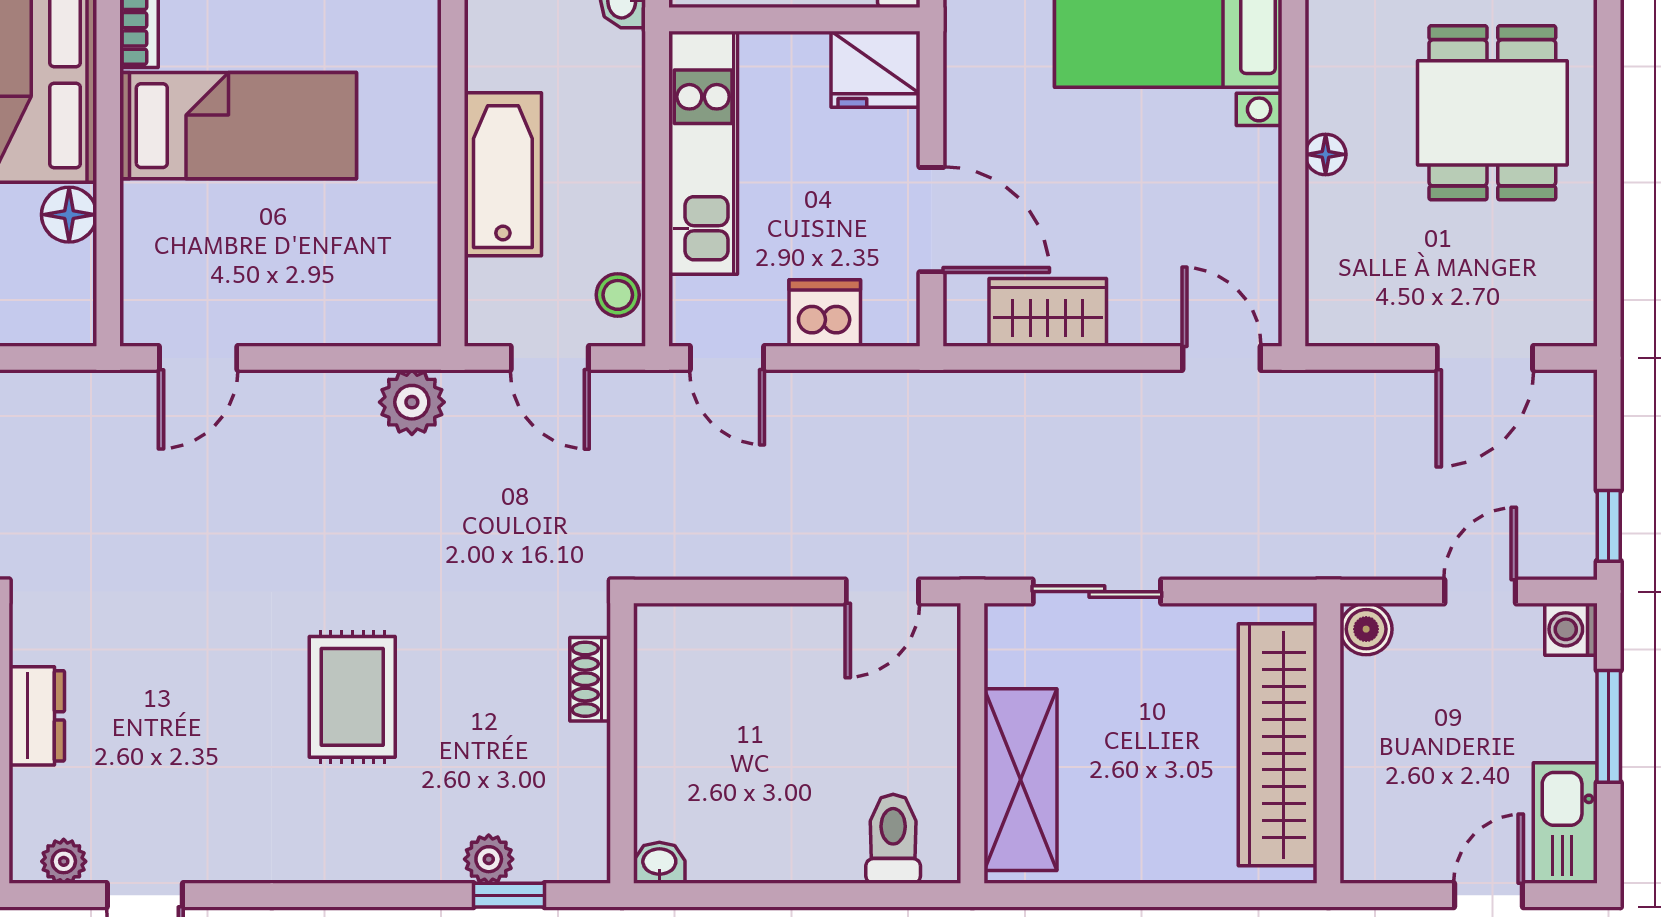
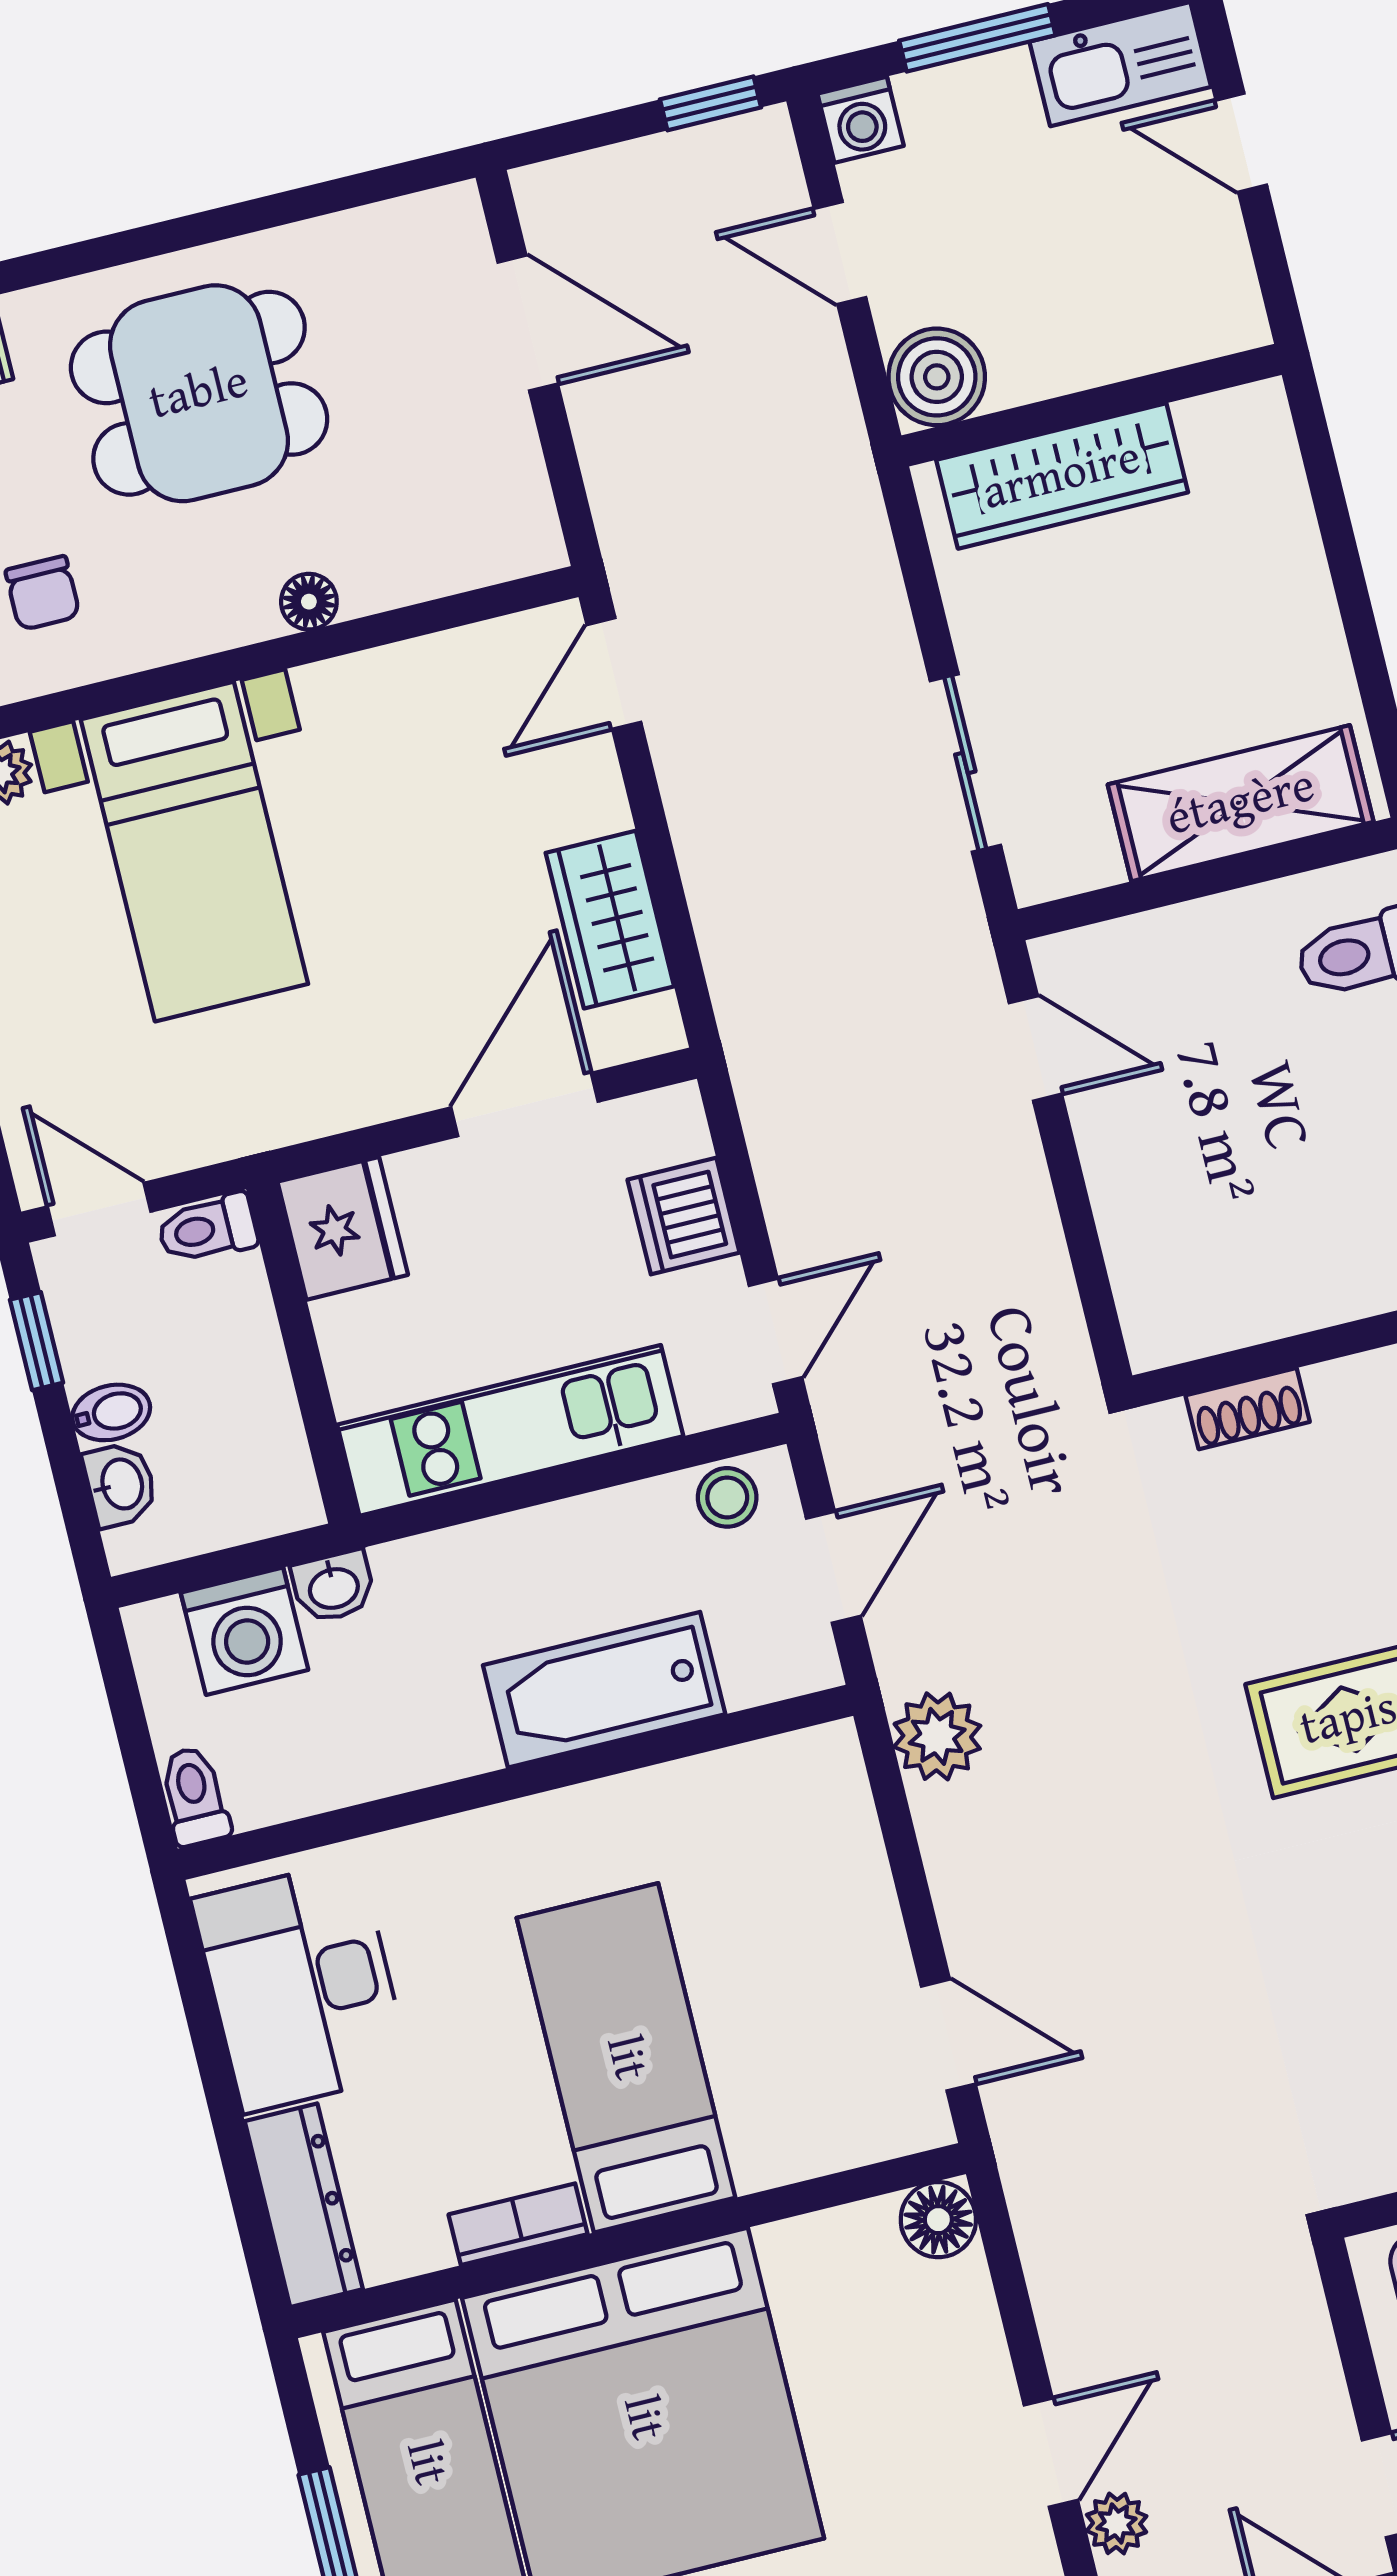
floor lamp: (69, 215) -> (938, 2220), moved
boiler: (1366, 629) -> (937, 377), width x1.36, depth x1.36
wardrobe: (1278, 745) -> (1062, 476), width x0.71, depth x0.85

